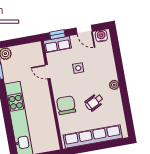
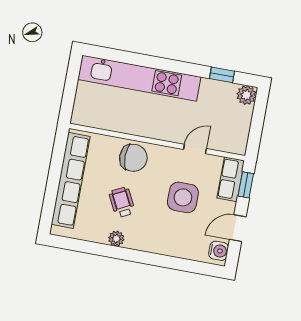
side table: (78, 68) -> (183, 197), width x1.87, depth x1.87
plant: (114, 85) -> (116, 239), moved

